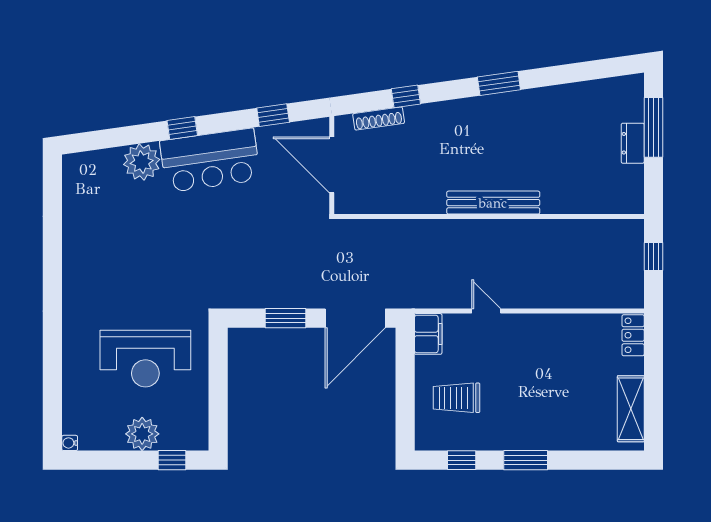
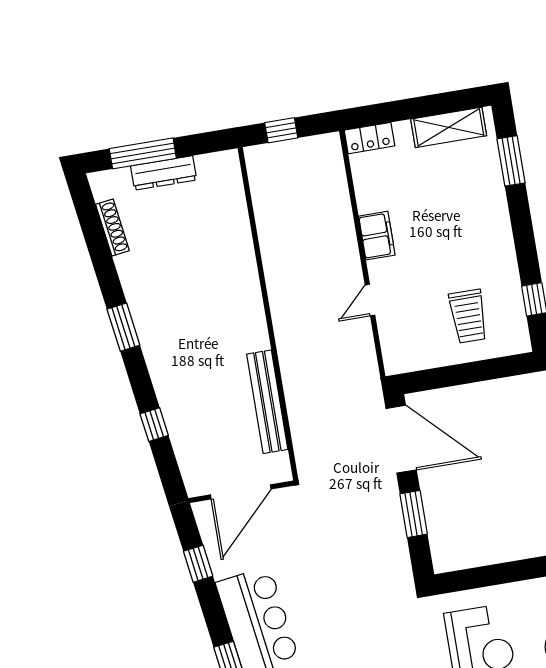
shoe rack: (379, 118) -> (112, 228), moved
dresser: (633, 143) -> (164, 173), width x1.44
bench: (493, 203) -> (267, 402), moved
filing cabinet: (428, 334) -> (377, 236), moved, turned 90
window: (526, 460) -> (511, 161), moved

